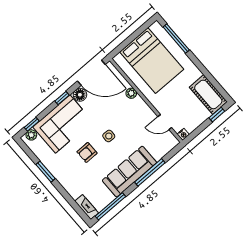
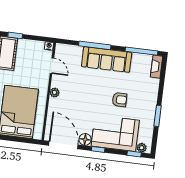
plant: (131, 93) -> (55, 92), moved
side table: (109, 136) -> (95, 95), removed

